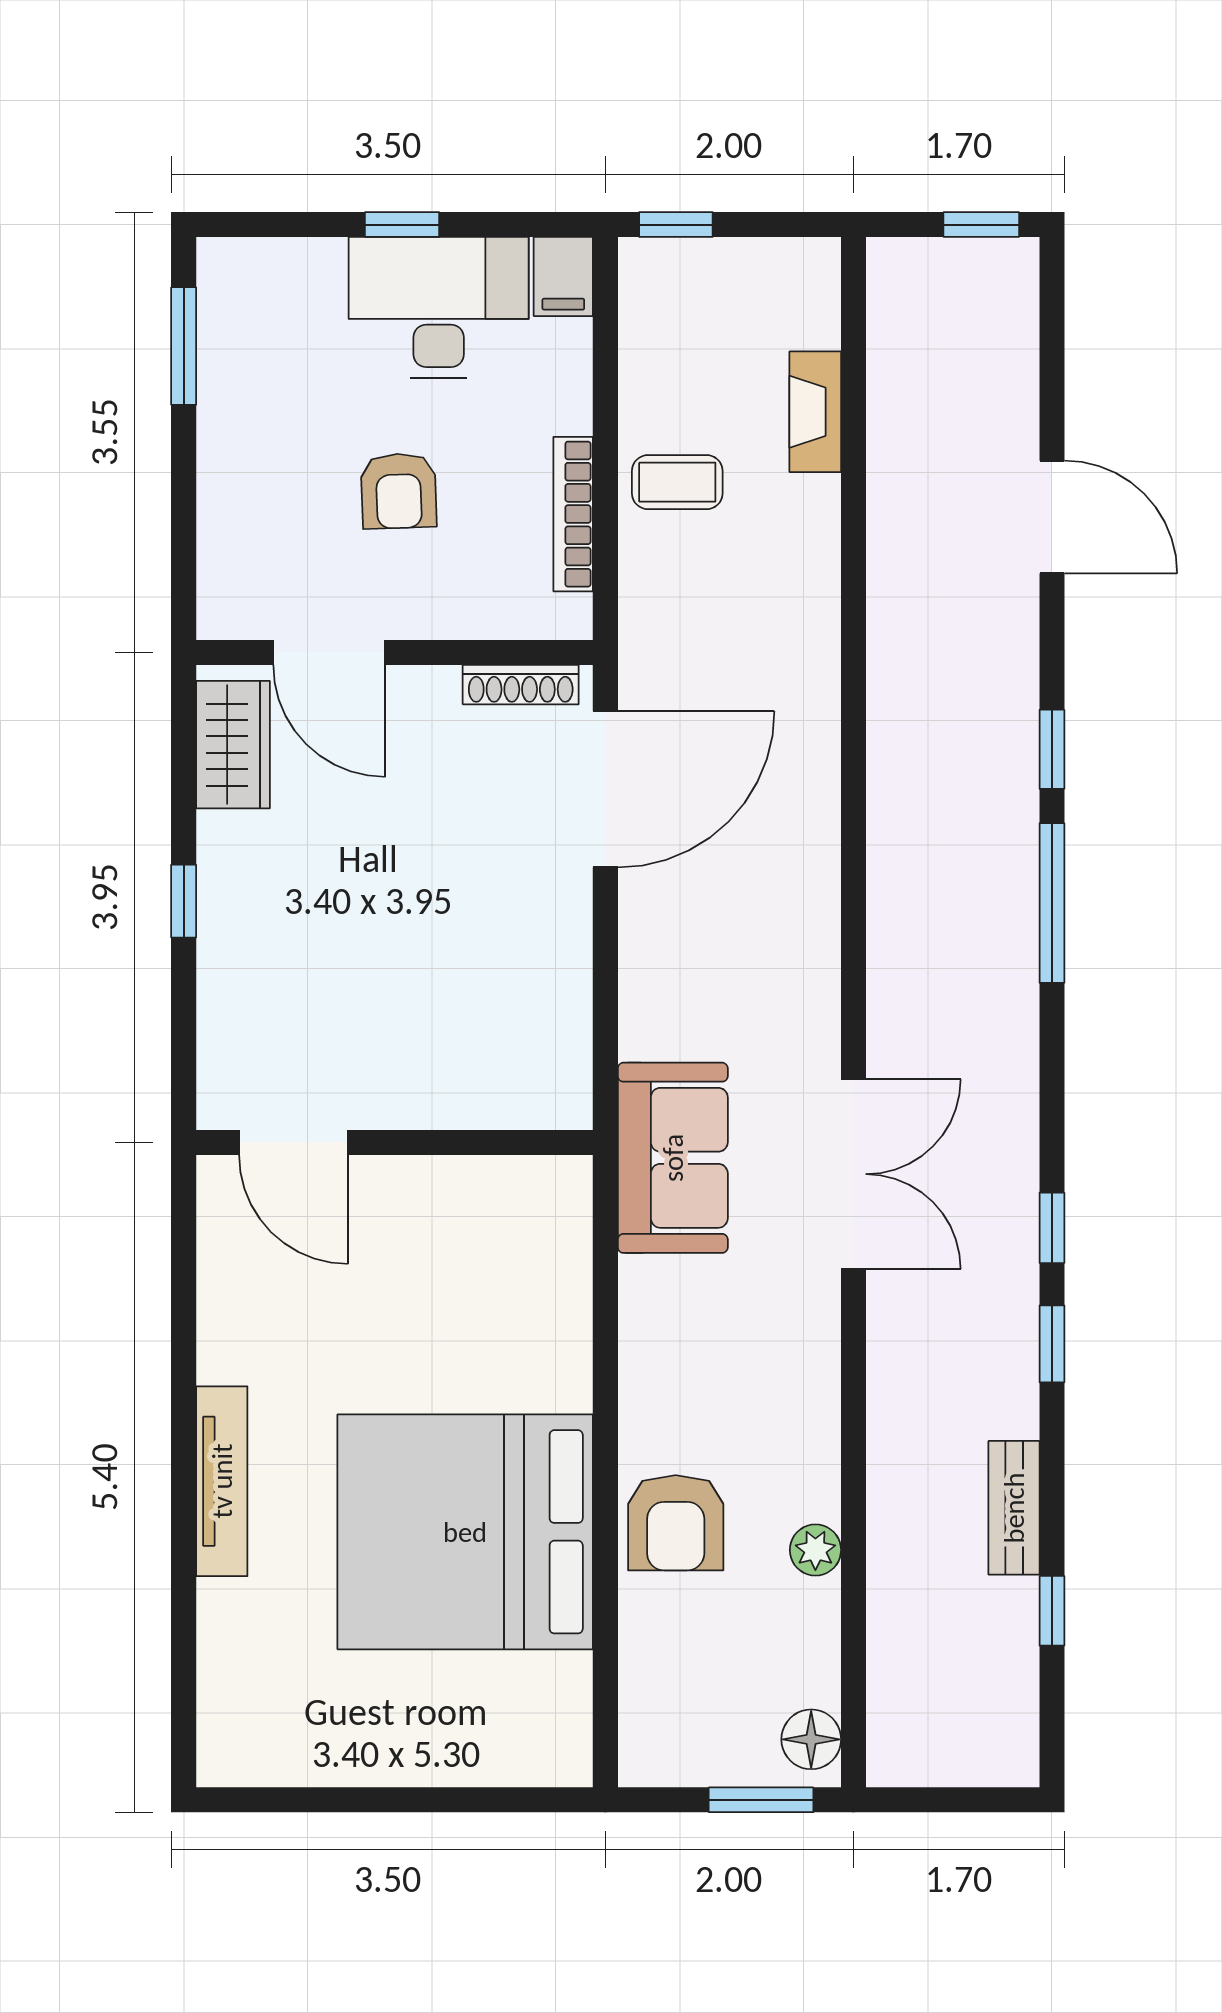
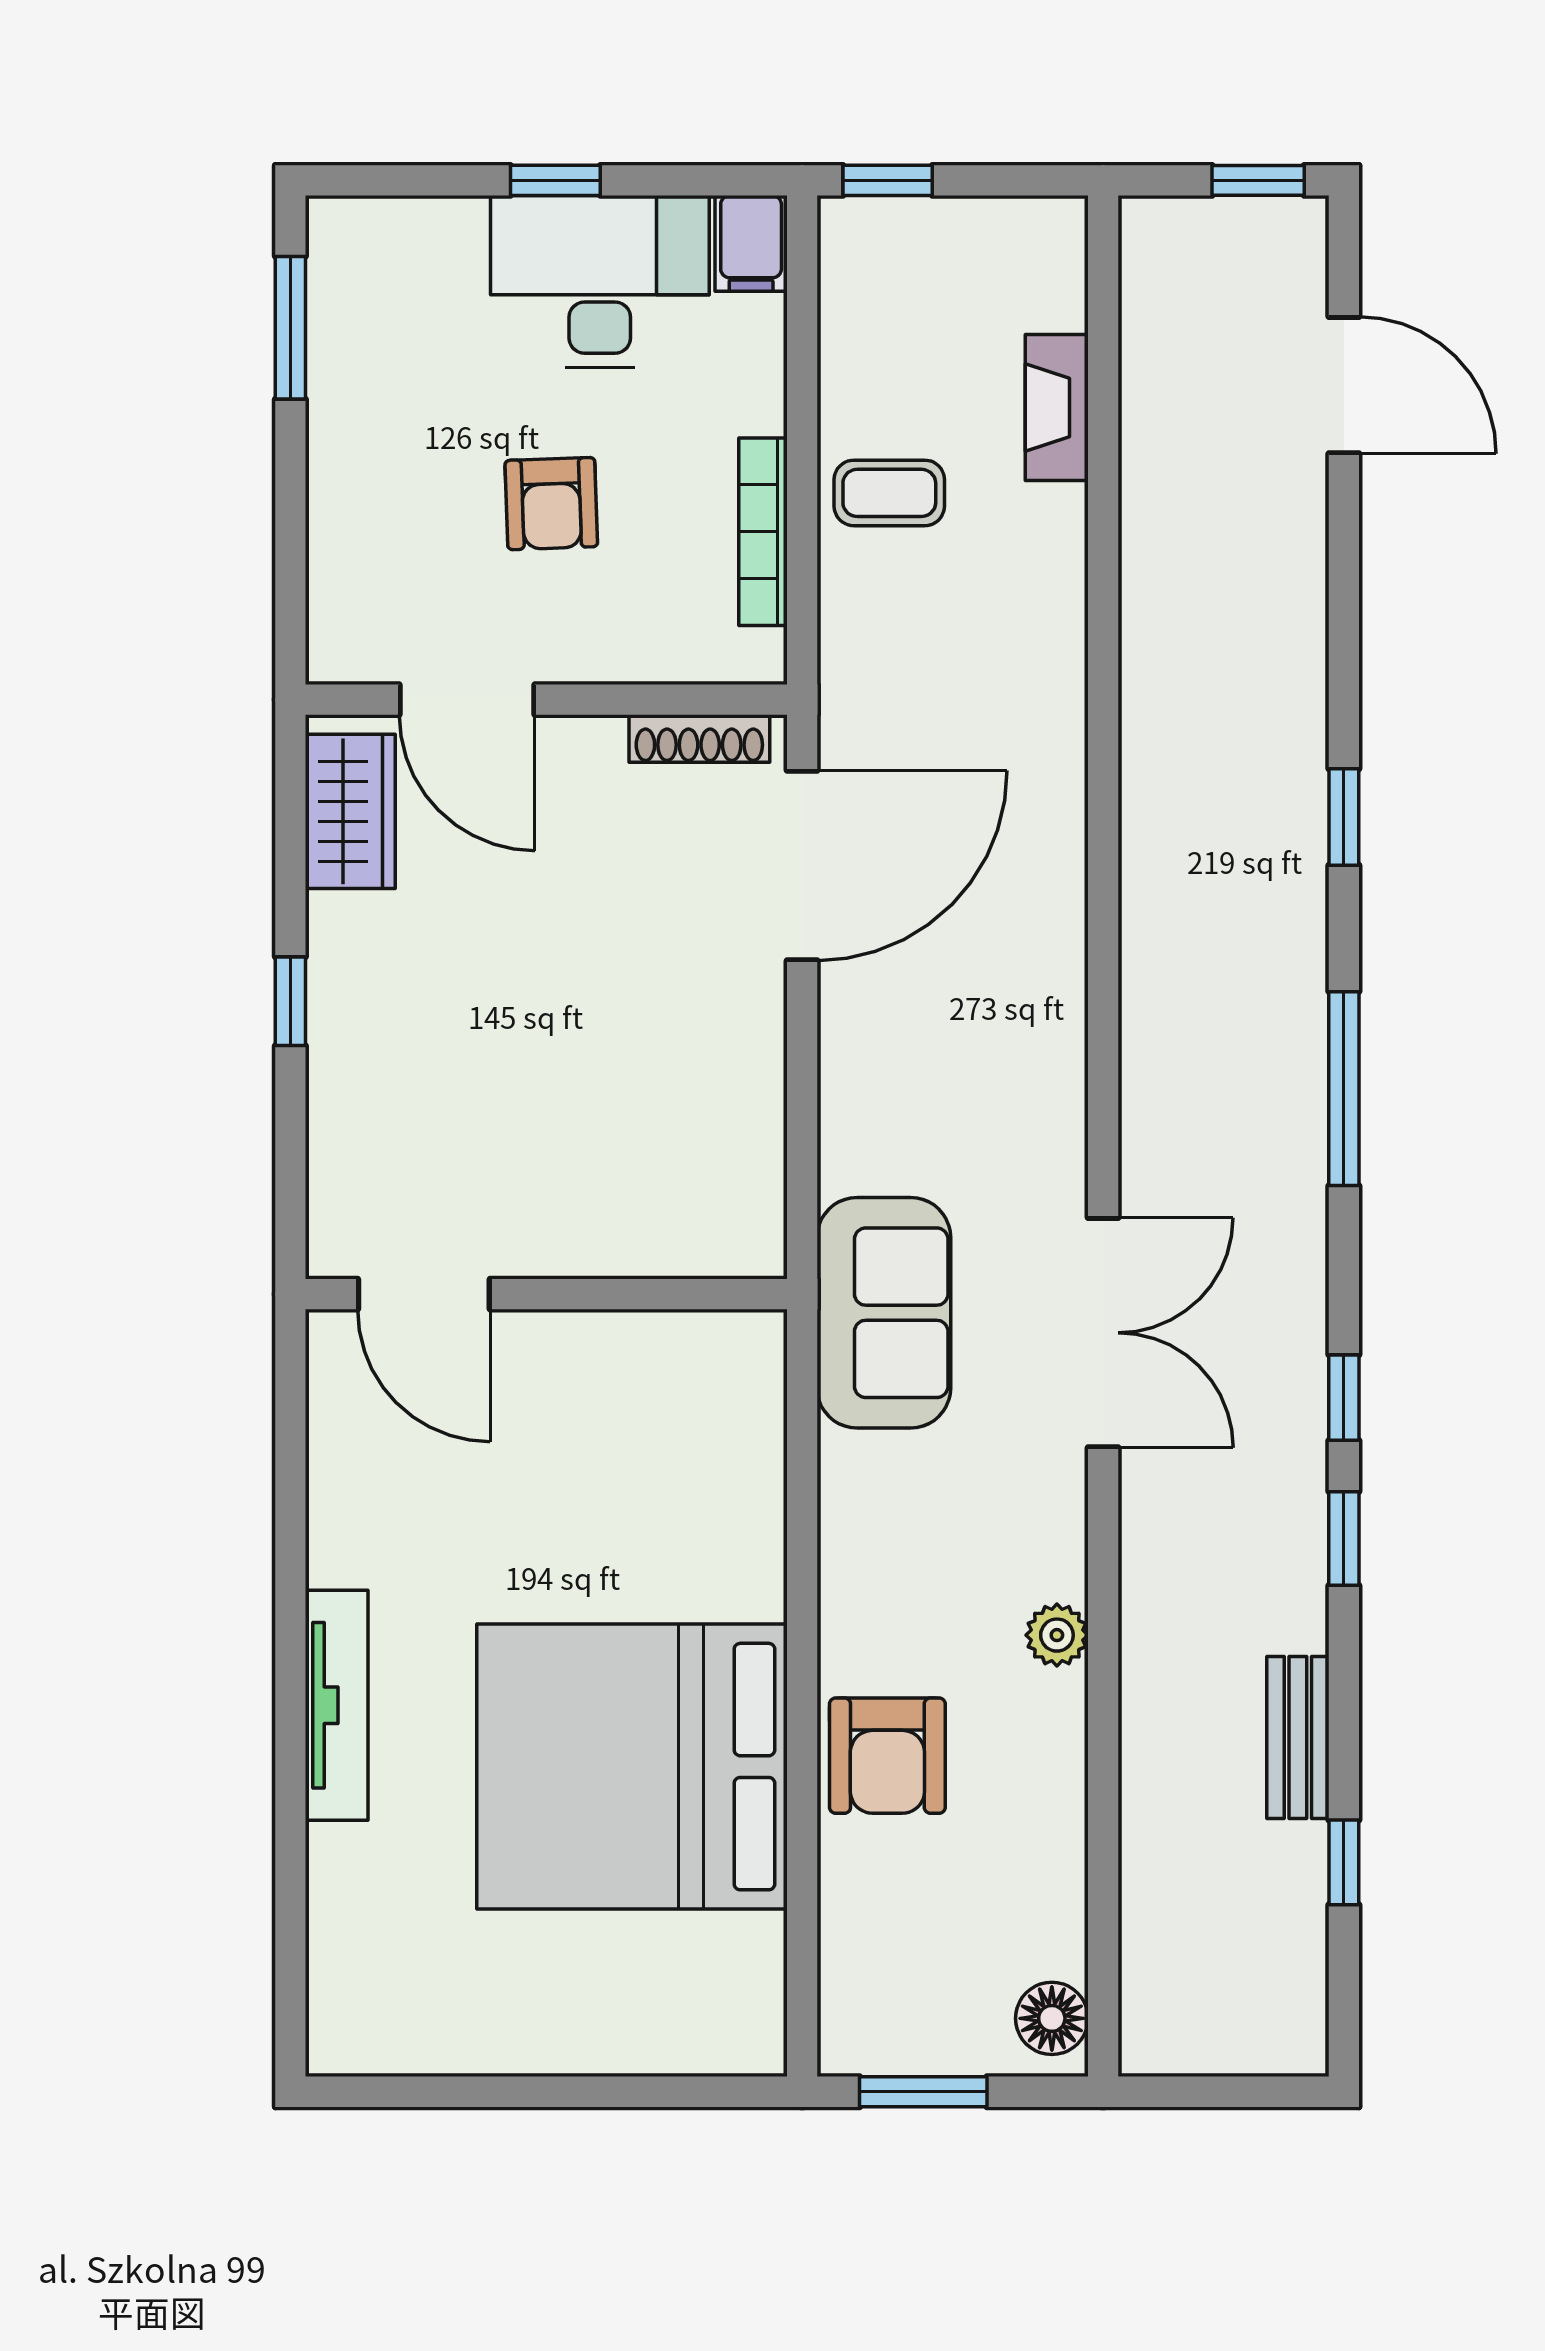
door: (1052, 517) -> (1344, 385), moved
window: (1052, 903) -> (1344, 1089), moved
plant: (815, 1550) -> (1057, 1635), moved
window: (761, 1800) -> (923, 2092), moved

